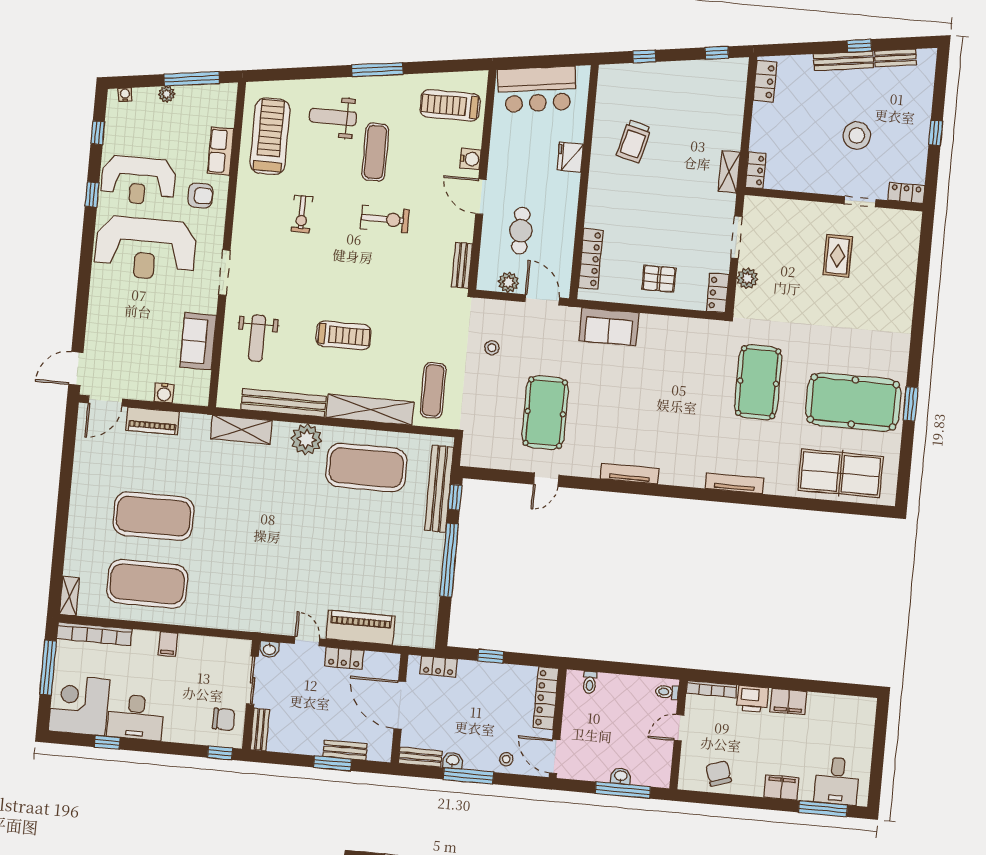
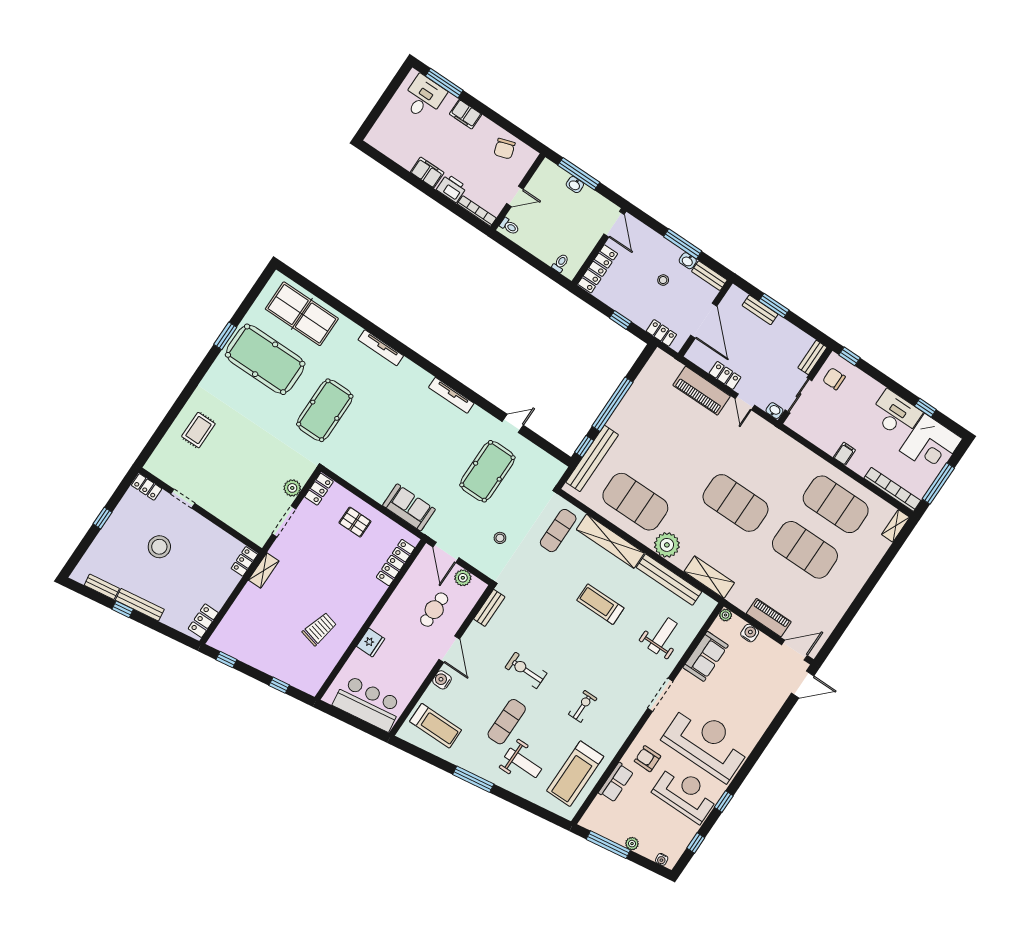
rug: (838, 256) -> (198, 430), moved
plant: (201, 398) -> (726, 615), added
exercise mat: (257, 526) -> (735, 503), added
stool: (506, 759) -> (663, 280), moved

